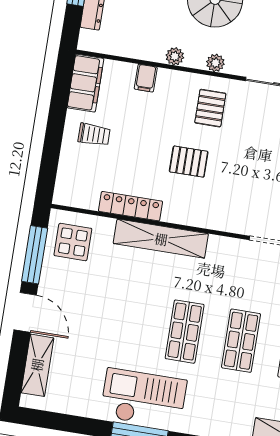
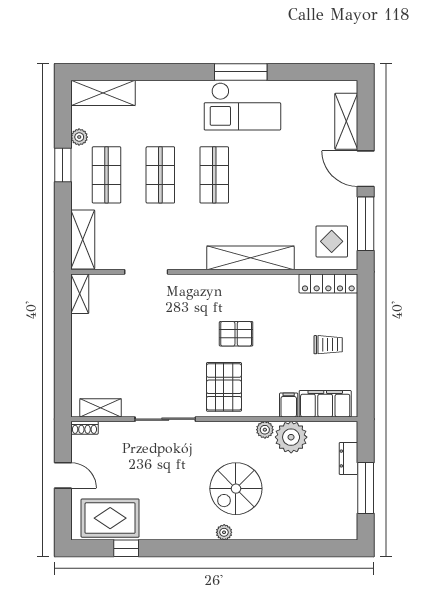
plant: (215, 63) -> (291, 437), moved, width x1.87, depth x1.87
filing cabinet: (85, 83) -> (325, 404), moved, turned 90
pallet: (210, 108) -> (224, 387), width x1.50, depth x1.42
trolley: (94, 135) -> (328, 345), turned 180
locker: (130, 206) -> (328, 283), moved

